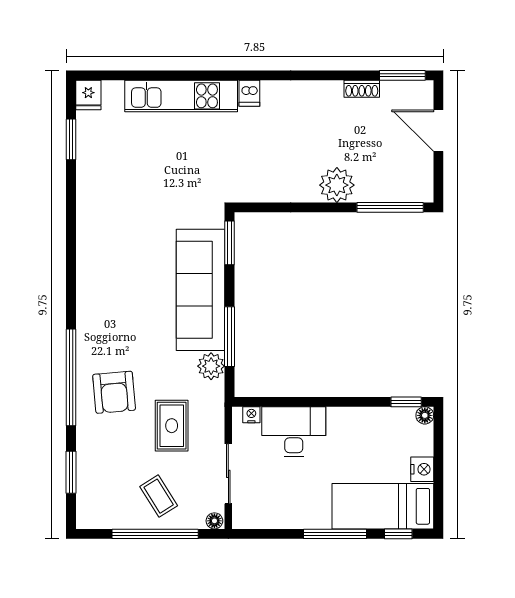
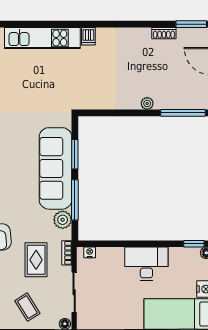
plant: (337, 185) -> (147, 103), width x0.53, depth x0.53
window: (229, 243) -> (75, 154), moved
bookcase: (217, 415) -> (67, 253), added
desk: (294, 432) -> (146, 264), moved

